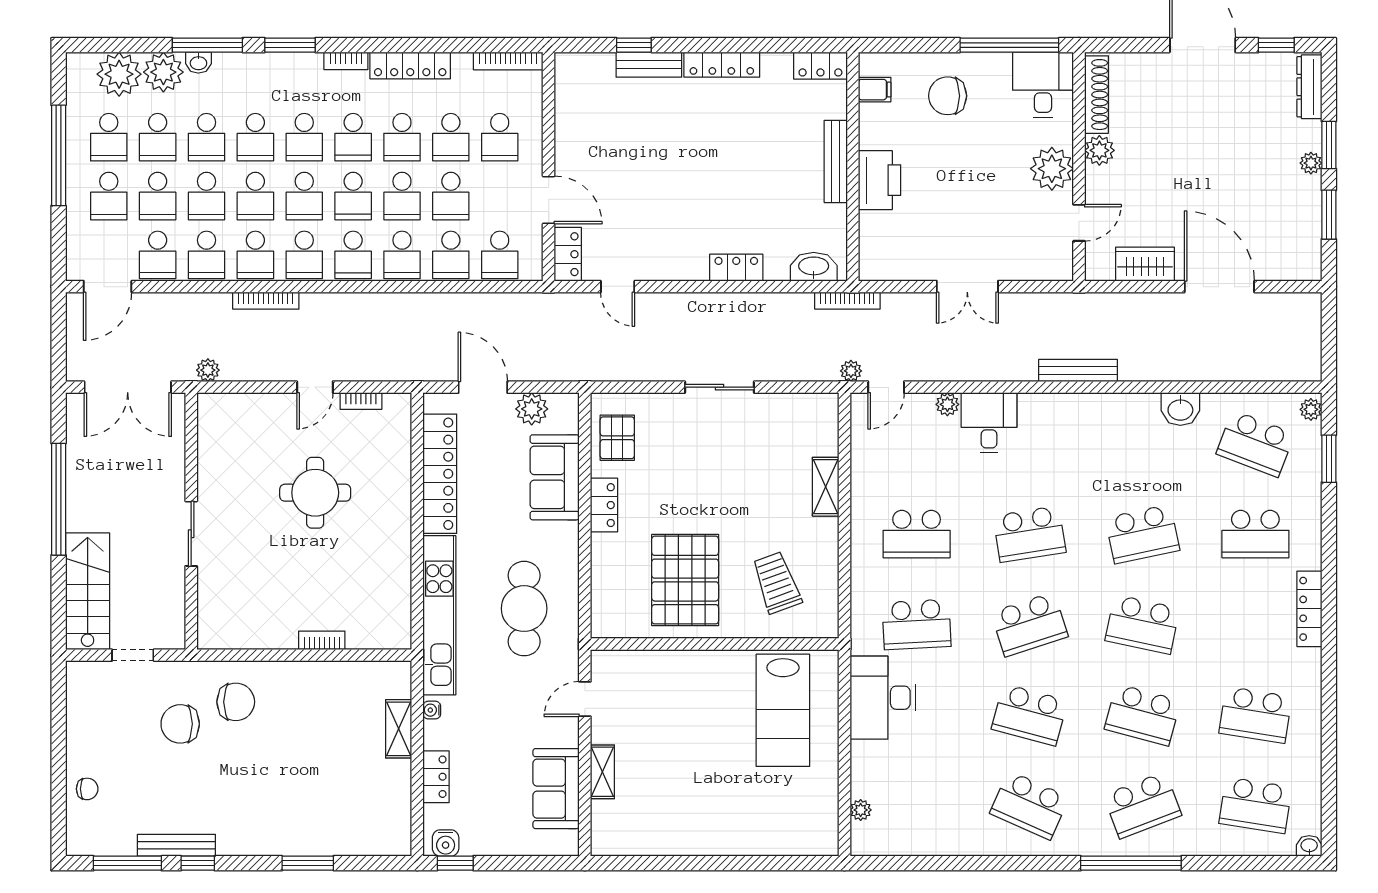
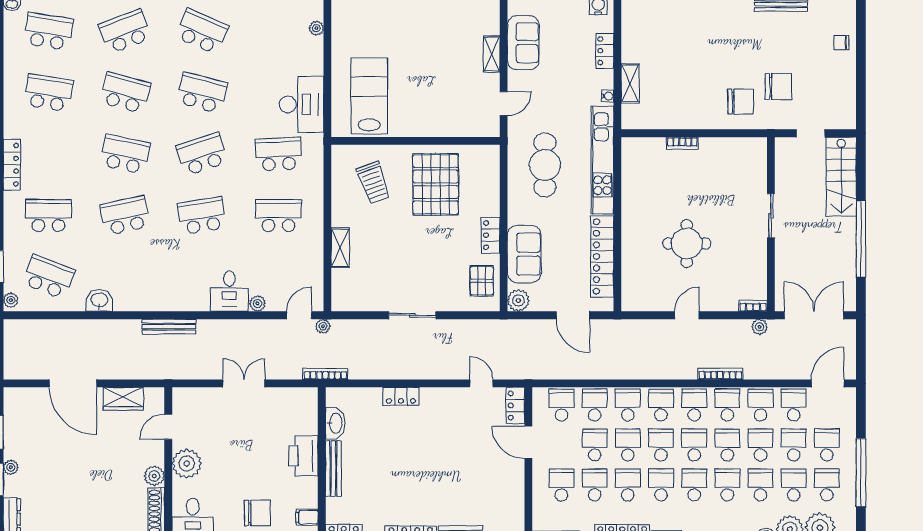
washbasin: (814, 267) -> (335, 423), moved, turned -90
bookcase: (361, 401) -> (753, 306), moved
plant: (532, 409) -> (518, 300), moved
chair: (236, 702) -> (741, 102), turned 180

